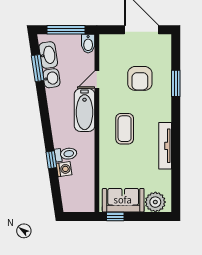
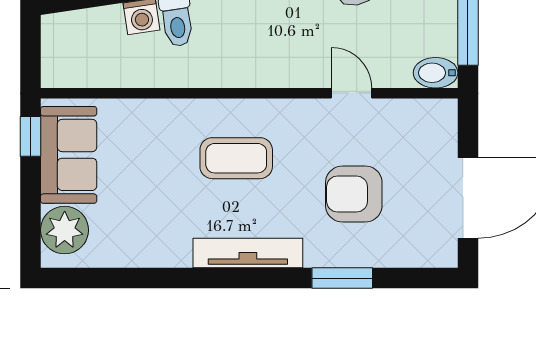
bathtub: (85, 110) -> (280, 64), removed
tv unit: (165, 146) -> (248, 253), moved

